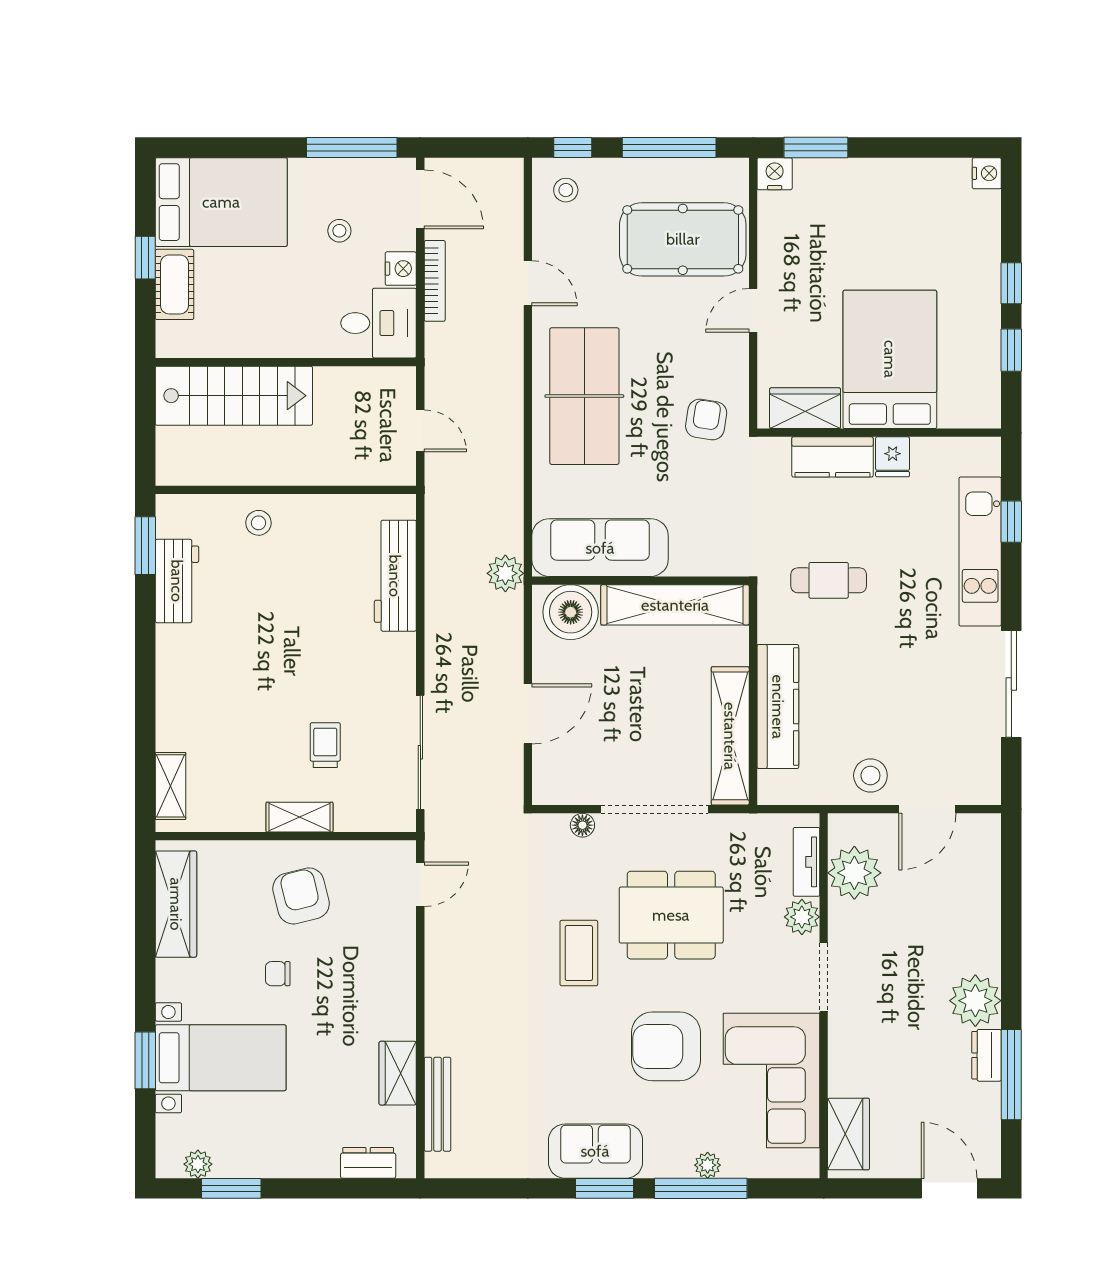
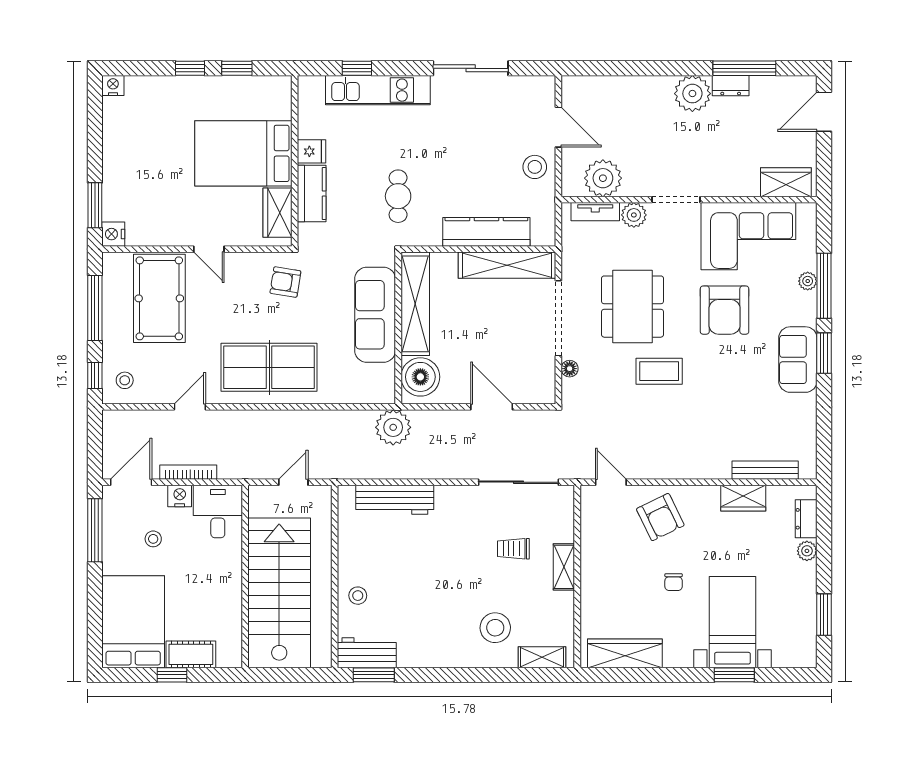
stairs: (234, 396) -> (279, 593), width x1.36, depth x1.51
sofa: (600, 548) -> (375, 315), moved
plant: (505, 573) -> (393, 427), width x1.36, depth x1.36
workbench: (177, 581) -> (367, 653), moved
stool: (213, 719) -> (495, 628), added
armchair: (301, 896) -> (660, 517), moved, turned -102
plant: (198, 1164) -> (807, 551), moved

